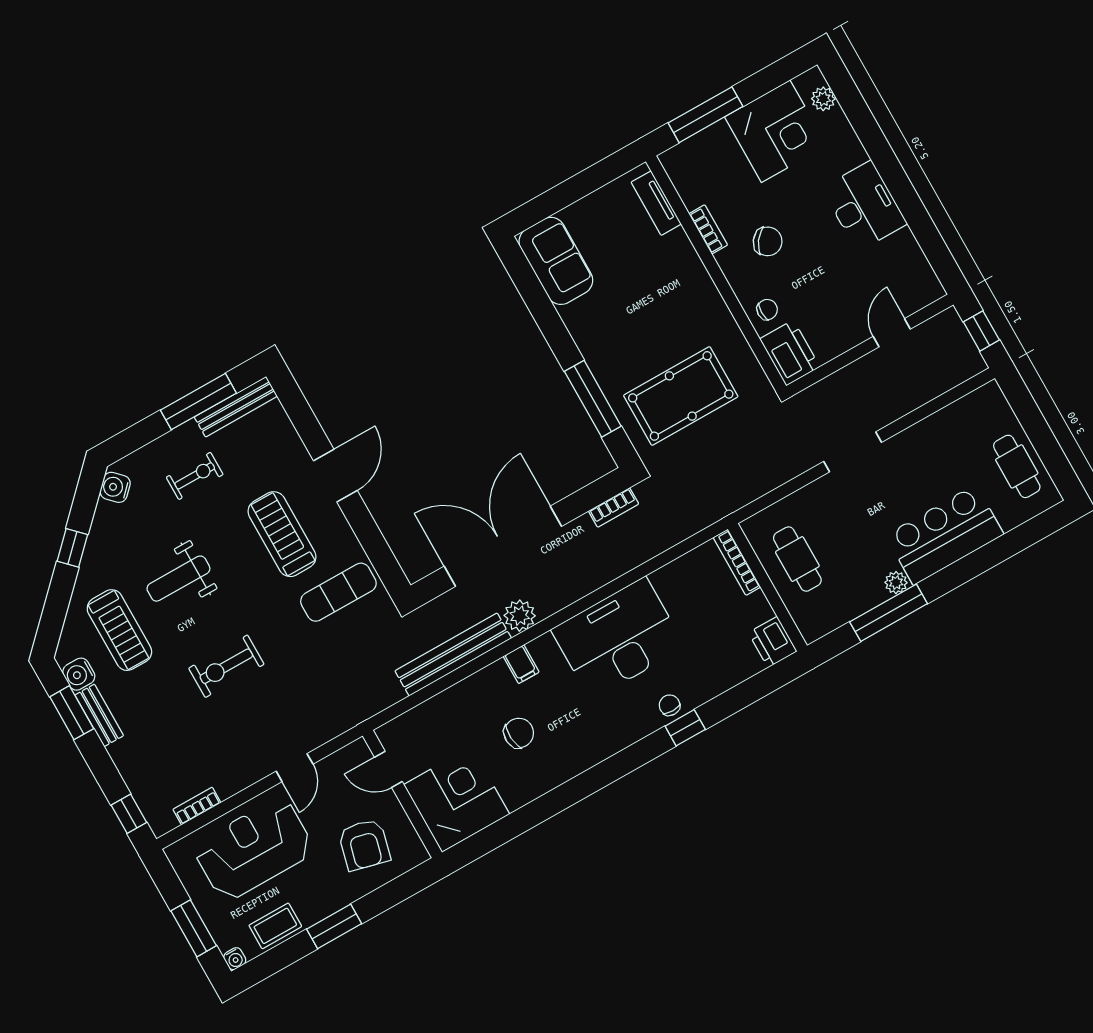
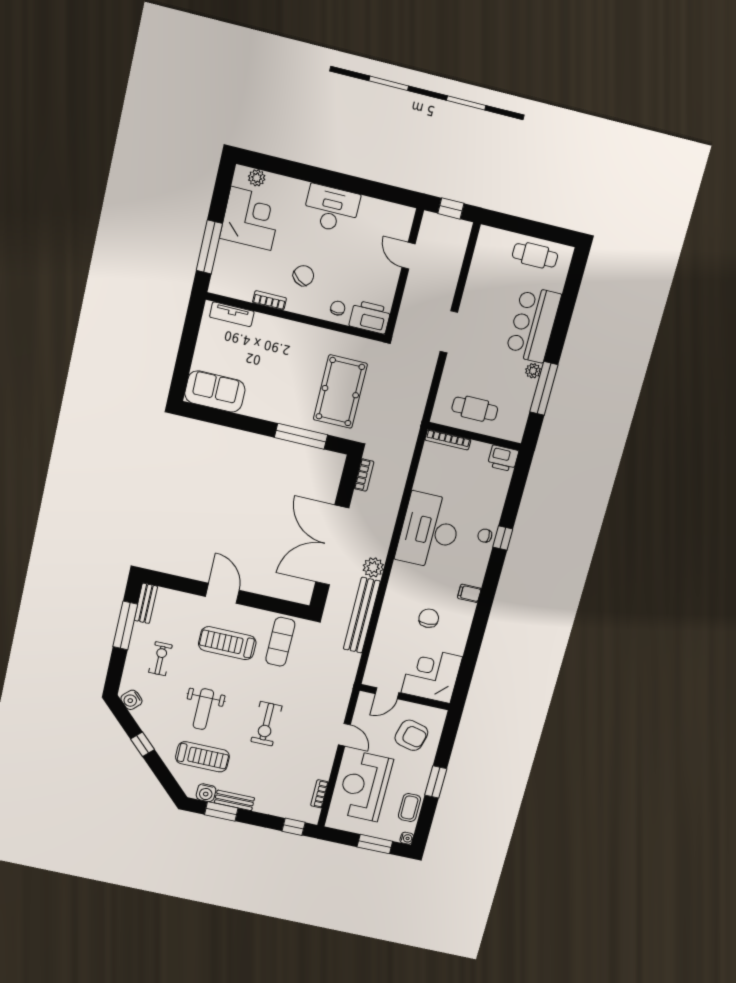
bench: (236, 407) -> (146, 603), width x0.73
filing cabinet: (521, 664) -> (469, 593), moved, turned 180

